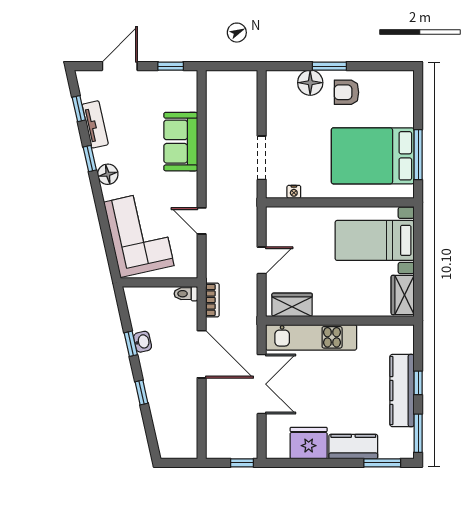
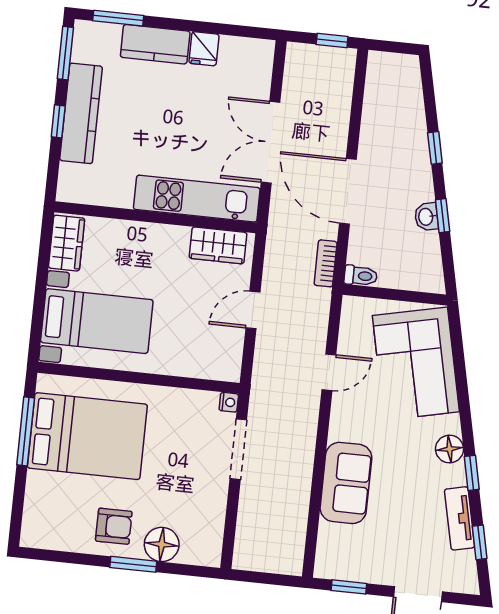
nightstand: (294, 192) -> (229, 402), moved, turned 90
door: (202, 221) -> (329, 372), hinge flipped
fridge: (309, 443) -> (204, 49), width x0.53, depth x0.75
window: (242, 463) -> (332, 41), moved

